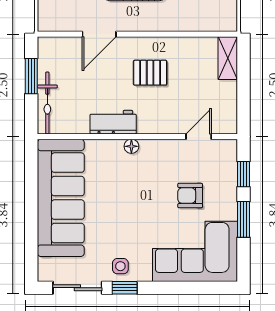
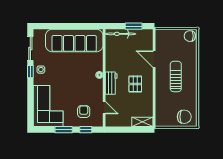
workbench: (113, 122) -> (111, 83), moved
armchair: (190, 196) -> (84, 112), moved

